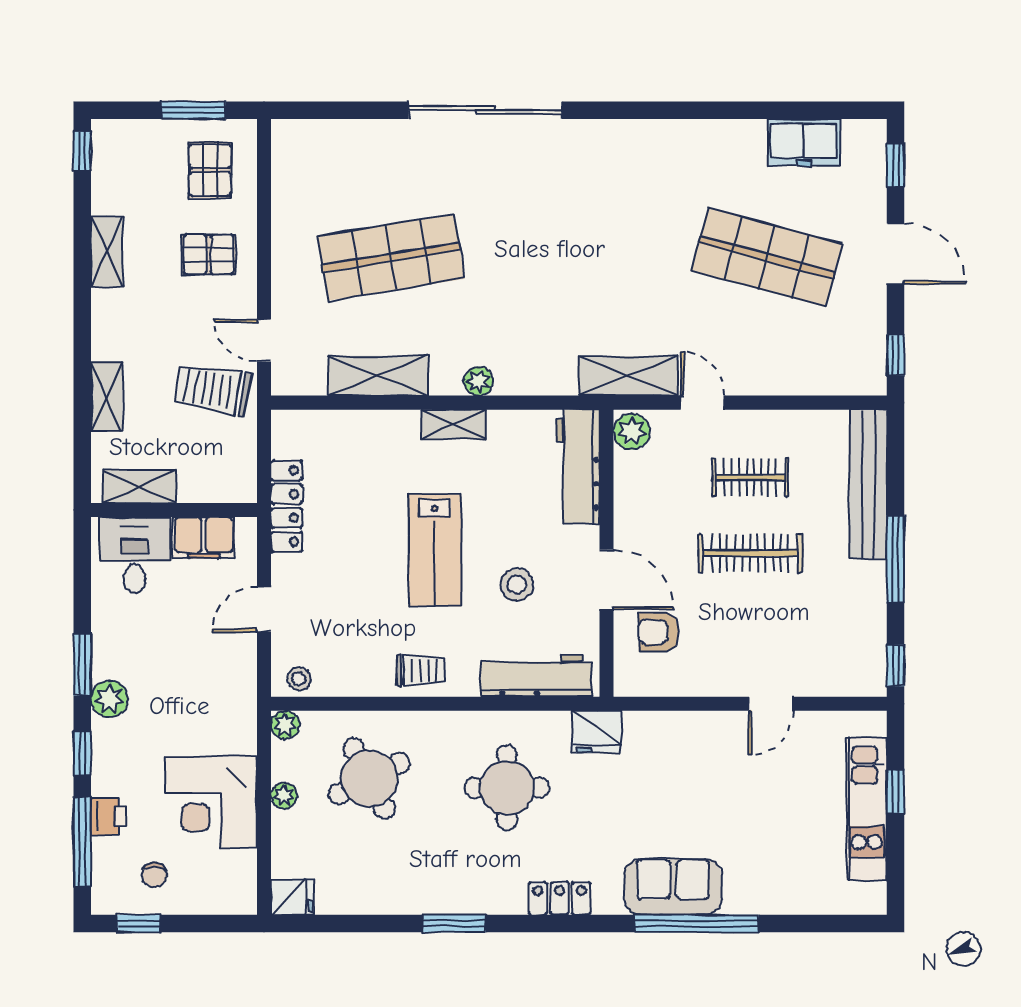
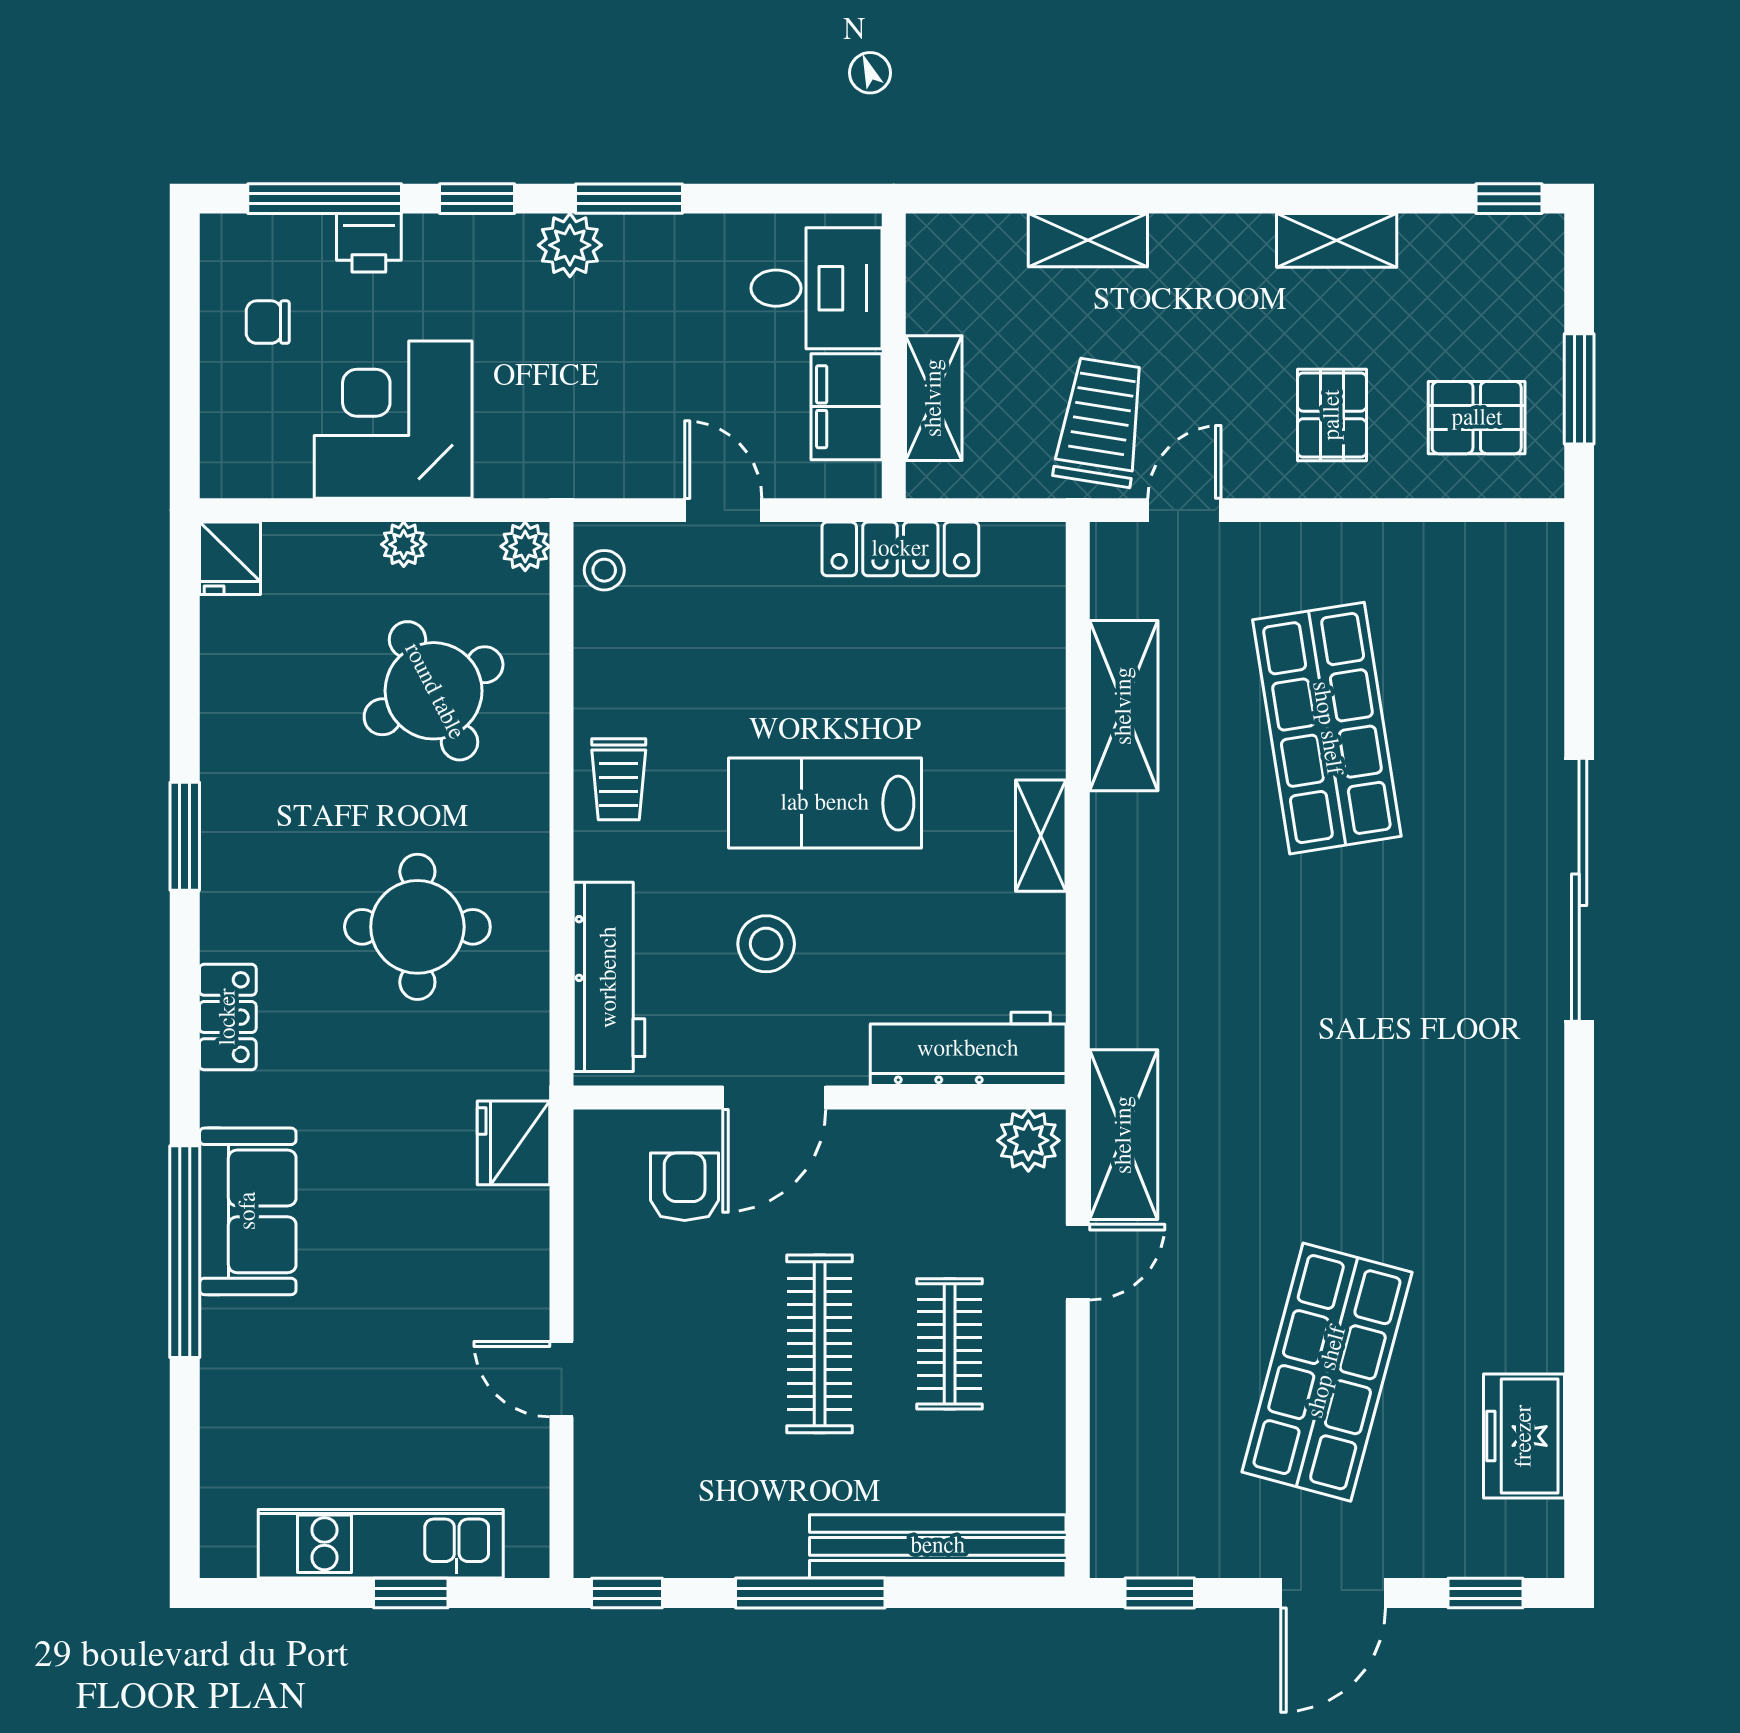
plant: (478, 381) -> (1115, 878), removed
shelving: (140, 487) -> (934, 398), moved
fridge: (597, 732) -> (513, 1143), moved
window: (139, 923) -> (185, 295), removed

